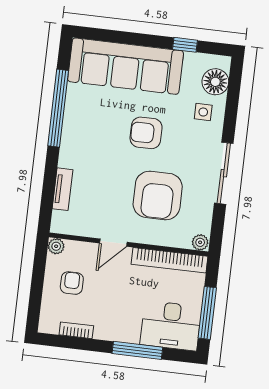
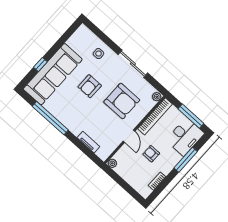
window: (185, 45) -> (40, 65), moved
floor lamp: (215, 82) -> (89, 38), removed
armchair: (72, 283) -> (151, 154), moved

